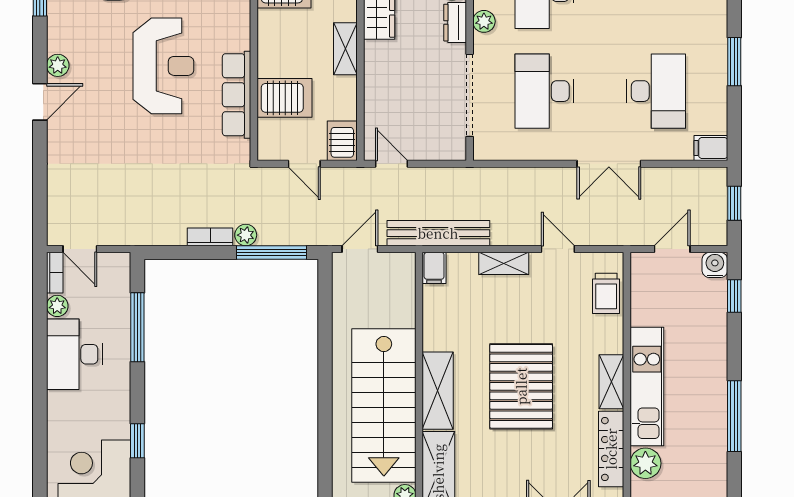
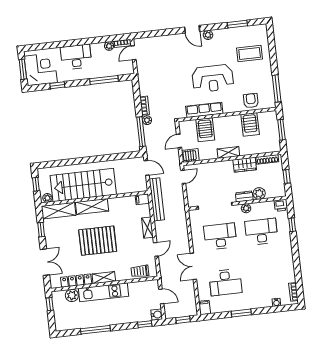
desk: (74, 354) -> (76, 57), moved

